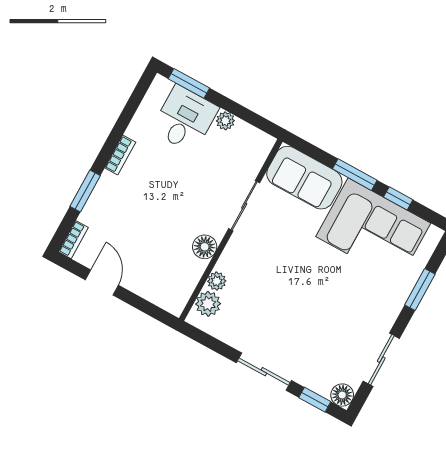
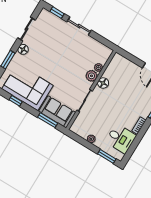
desk: (185, 119) -> (121, 139), moved, turned -90
window: (355, 175) -> (48, 120), moved
plant: (208, 304) -> (92, 76), moved
floor lamp: (342, 395) -> (23, 49), moved

